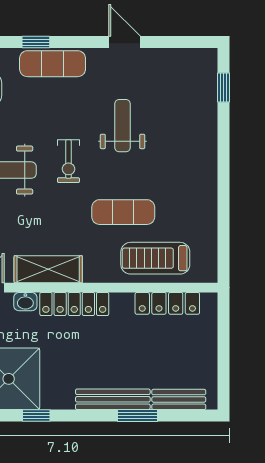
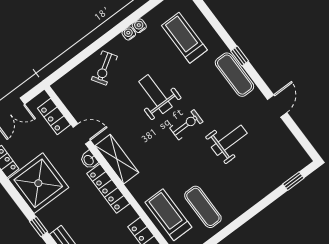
exercise bike: (68, 161) -> (186, 125), turned 180
exercise mat: (123, 212) -> (203, 207), moved
window: (36, 416) -> (39, 227), moved

